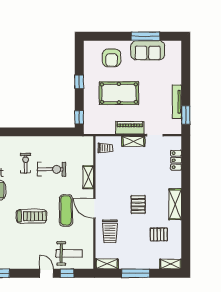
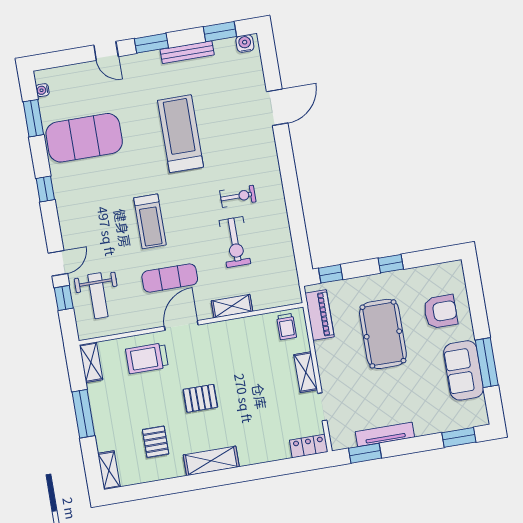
armchair: (112, 58) -> (440, 312), turned 180
window: (186, 60) -> (459, 437), added
piano: (130, 128) -> (320, 315), moved
locker: (176, 160) -> (309, 446), moved

